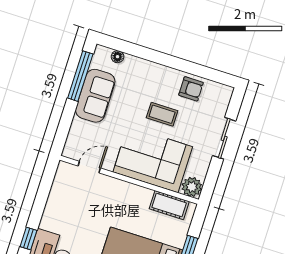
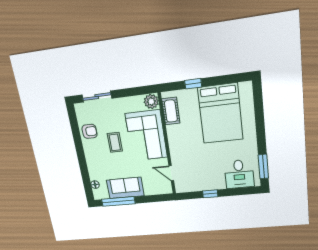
armchair: (191, 89) -> (90, 131), turned 90
sliding door: (224, 138) -> (97, 97), moved
window: (28, 238) -> (210, 194), moved

